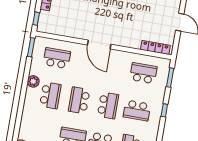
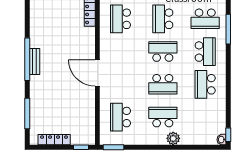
door: (99, 45) -> (97, 73), swing flipped
plant: (33, 81) -> (173, 138), moved
school desk: (137, 110) -> (163, 19), turned 180

